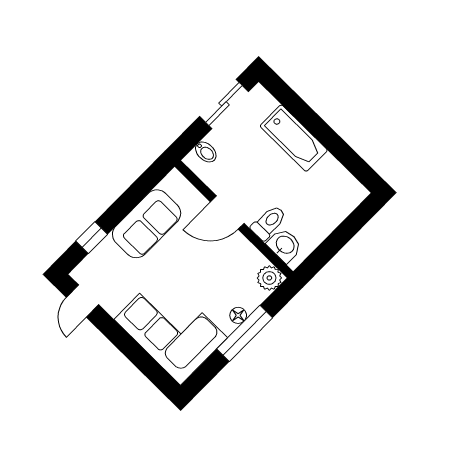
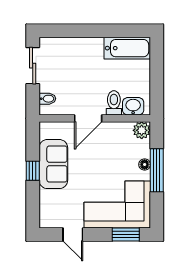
bathtub: (294, 138) -> (127, 48), moved
window: (92, 238) -> (33, 171), moved
door: (82, 301) -> (73, 235), moved
window: (149, 367) -> (126, 235), added

